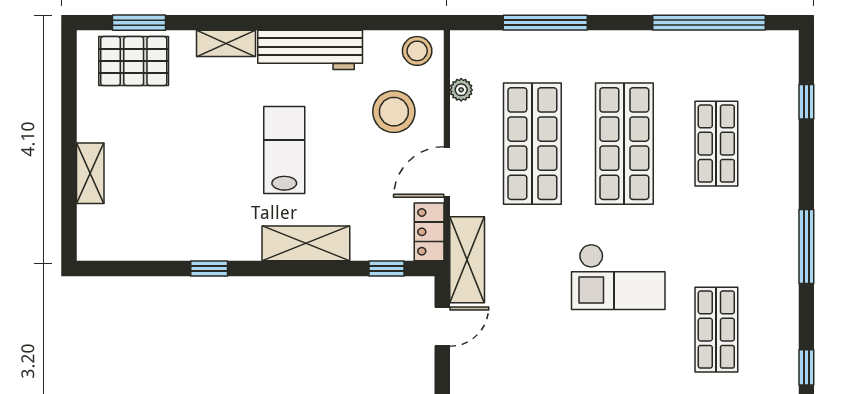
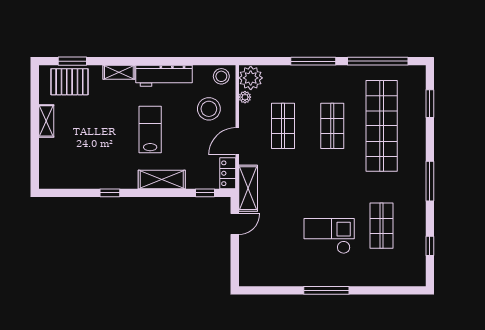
window: (545, 23) -> (313, 61), moved
plant: (472, 54) -> (251, 78), added
window: (806, 102) -> (430, 104), width x1.50
shop shelf: (532, 144) -> (283, 126), width x0.70, depth x0.74
shop shelf: (624, 144) -> (332, 126), width x0.70, depth x0.74
shop shelf: (716, 144) -> (382, 126), width x2.00, depth x1.36
shelving: (90, 173) -> (46, 121), moved
checkout: (618, 277) -> (329, 236), moved, turned 180

